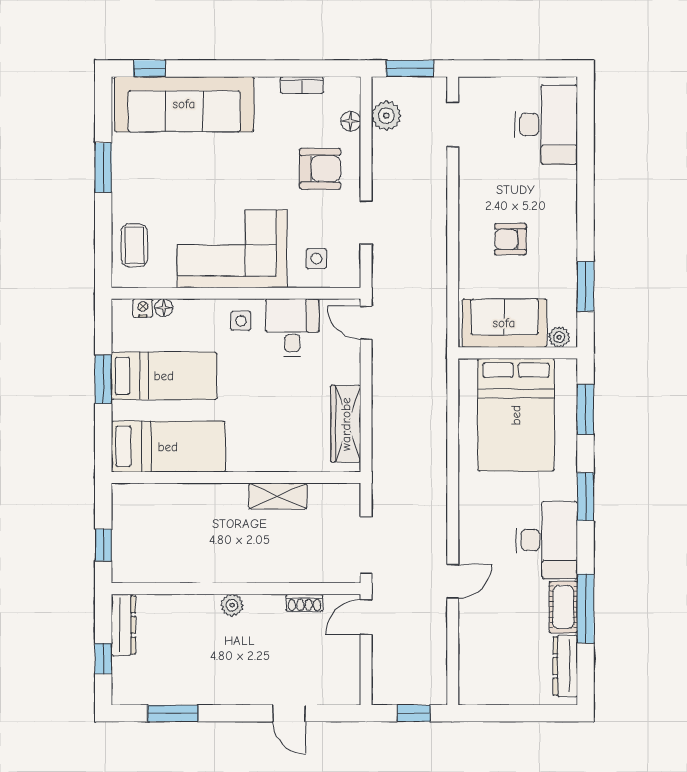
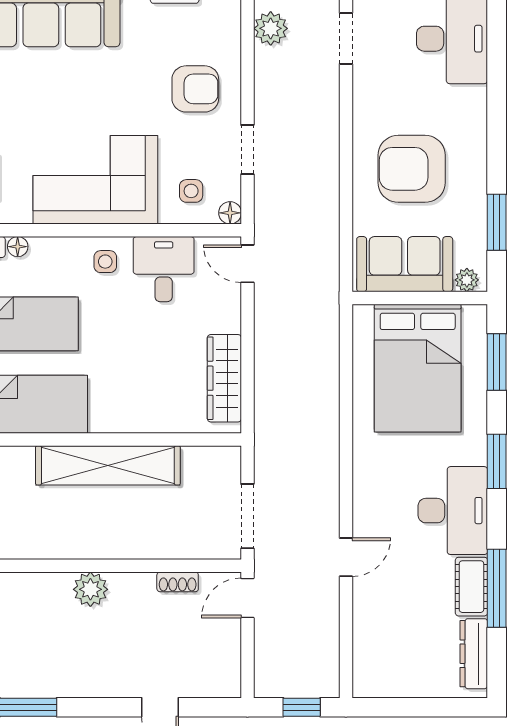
floor lamp: (351, 121) -> (230, 213), moved
armchair: (511, 239) -> (412, 169), width x1.88, depth x1.88
shelving: (278, 496) -> (108, 465), width x2.20, depth x1.33
plant: (232, 605) -> (90, 589), width x1.38, depth x1.38

